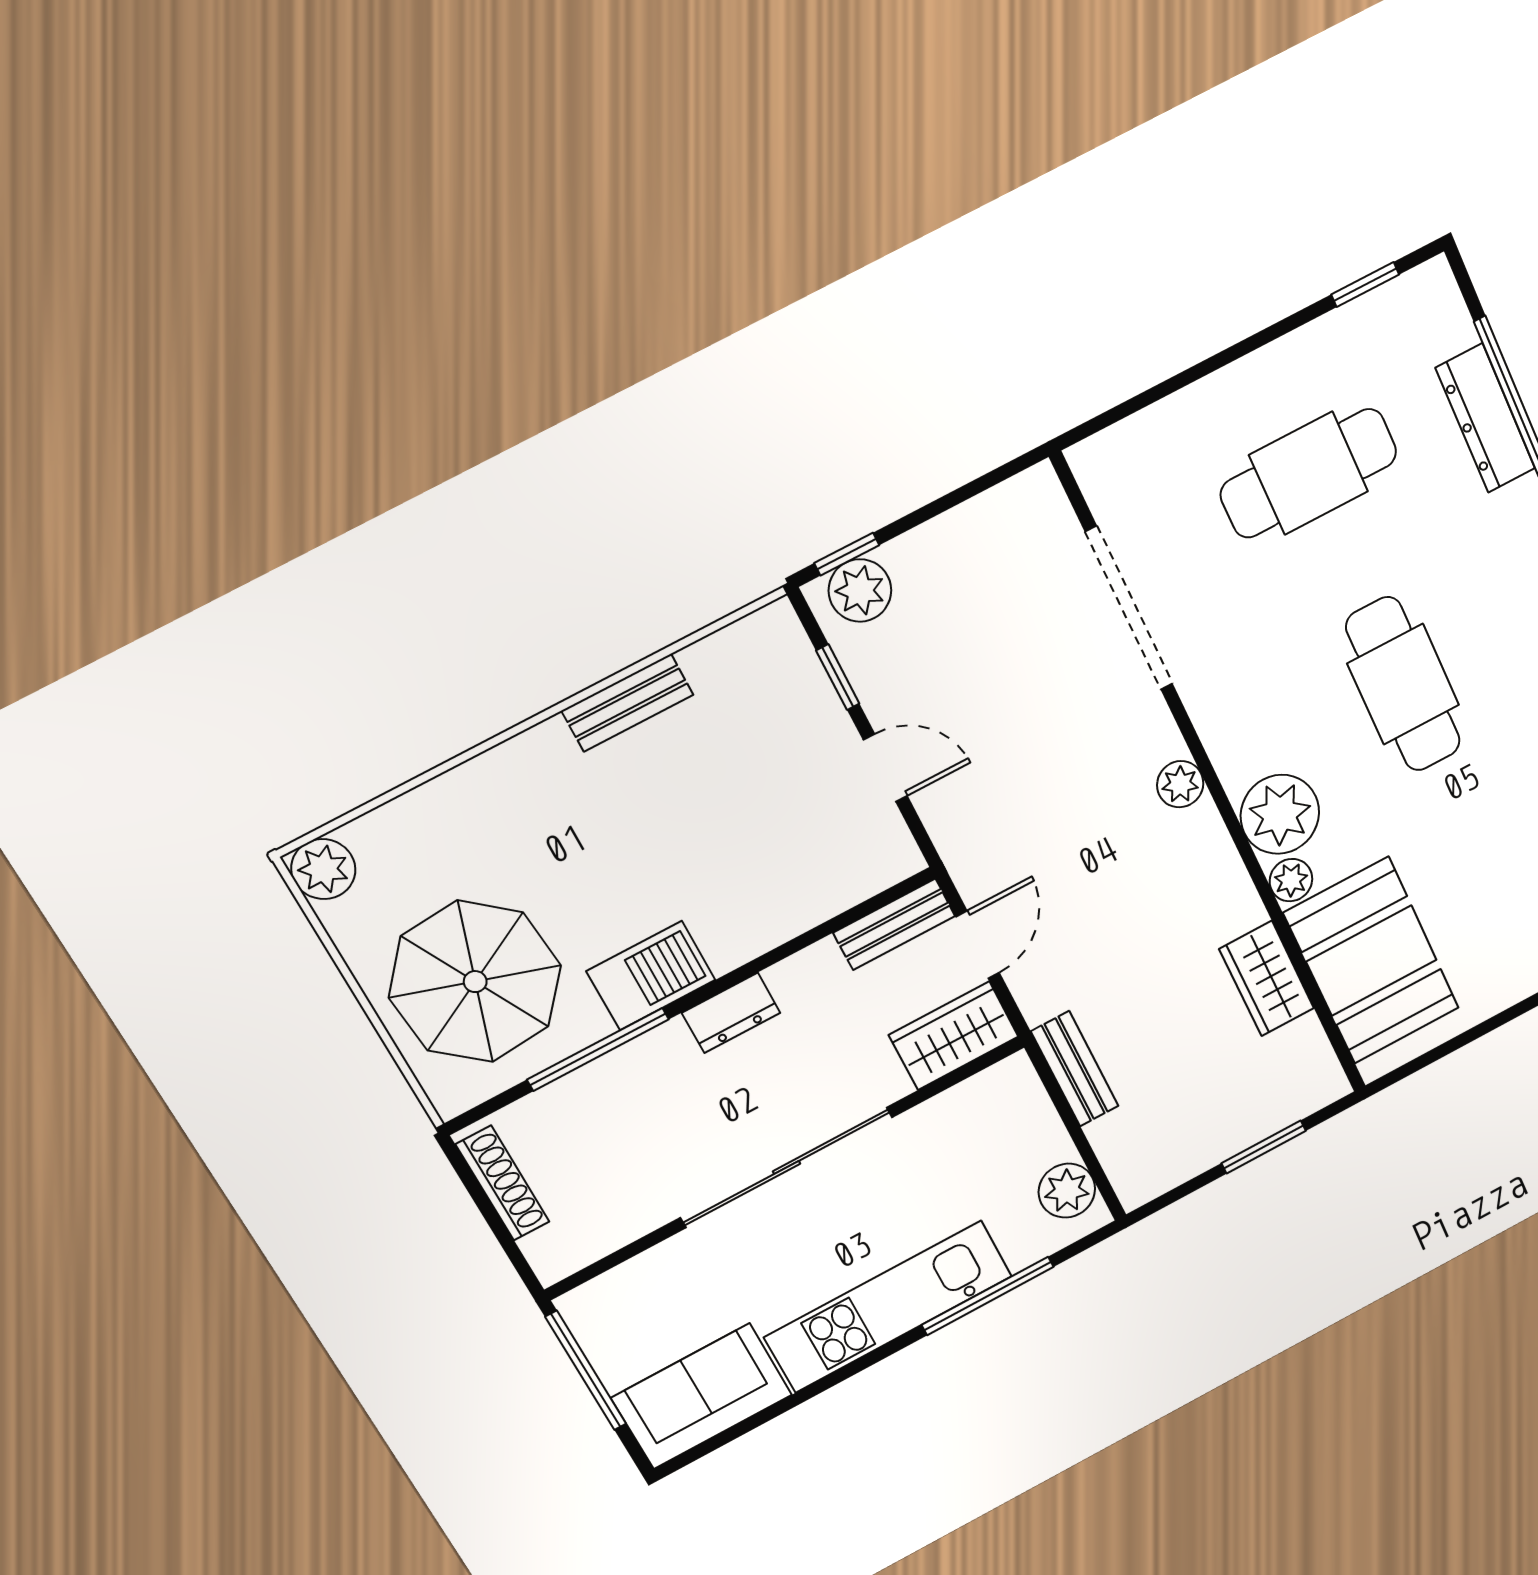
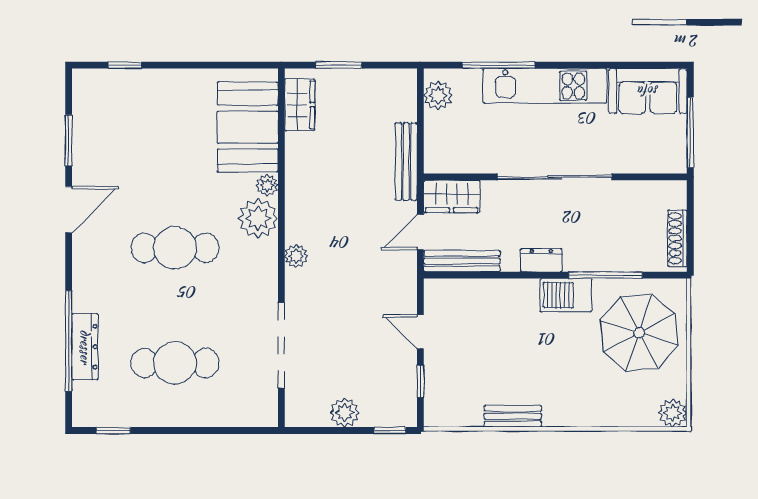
plant: (860, 591) -> (345, 413), moved
cafe table: (1403, 684) -> (175, 248), turned 90
bench: (894, 924) -> (462, 261), width x1.36
wardrobe: (1267, 979) -> (300, 105), moved
bench: (1075, 1069) -> (406, 162), width x1.36

